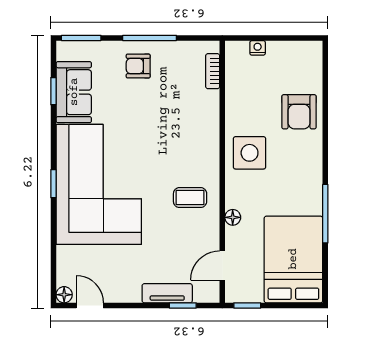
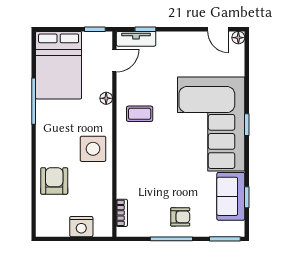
nightstand: (258, 48) -> (81, 227), width x1.89, depth x1.79
tv unit: (167, 293) -> (136, 39), moved

